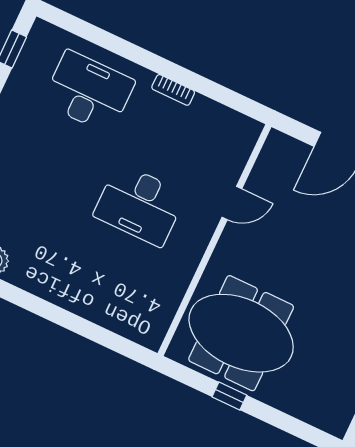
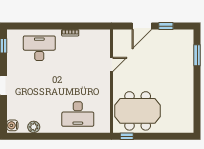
desk: (140, 205) -> (78, 114), moved
window: (229, 396) -> (127, 136), moved

